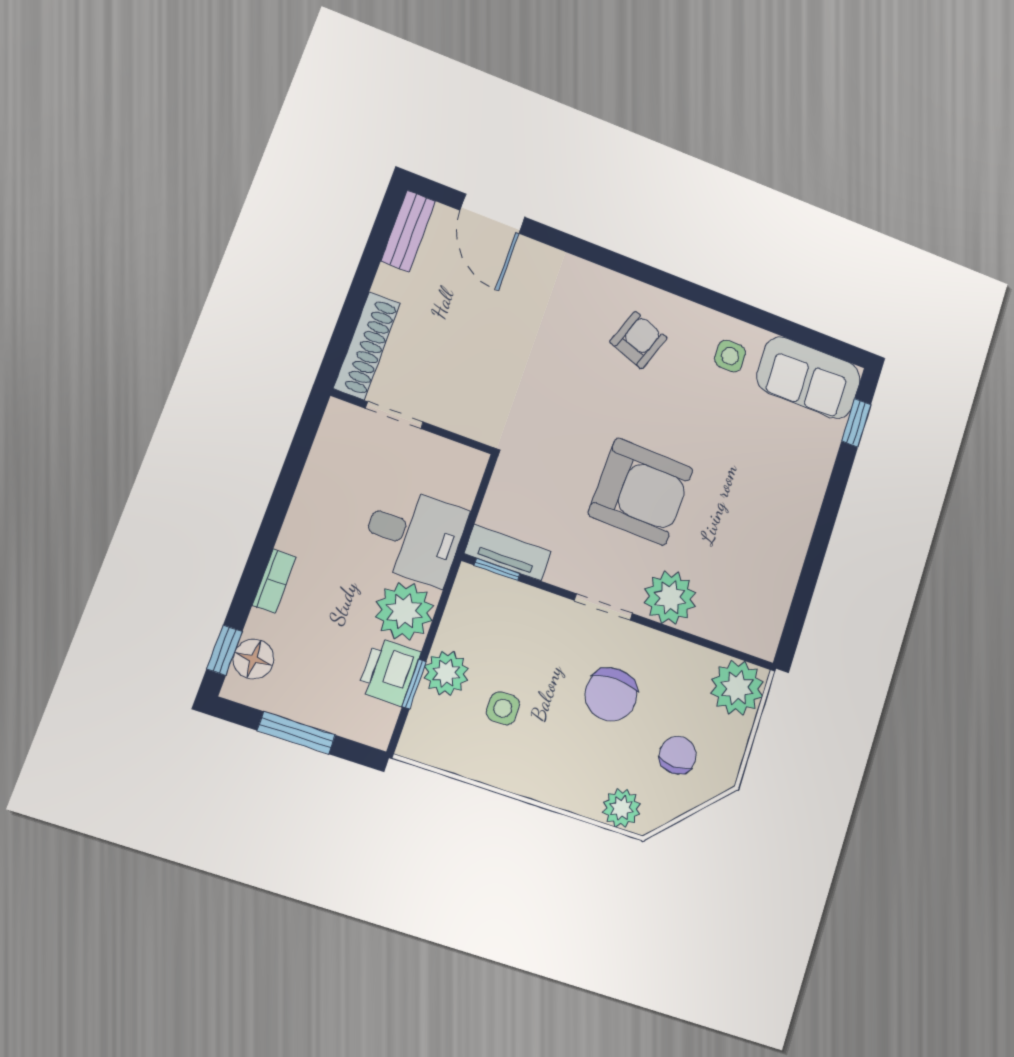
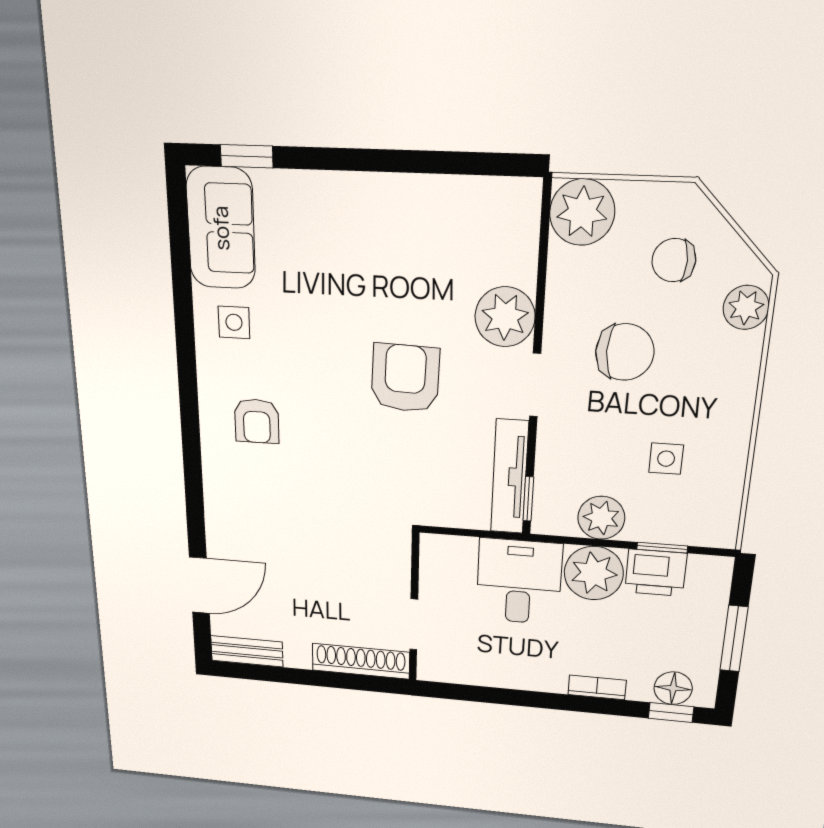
armchair: (639, 340) -> (257, 421), turned -110
armchair: (641, 492) -> (405, 378), width x0.73, depth x0.73
tv unit: (508, 553) -> (510, 477), width x1.41
plant: (446, 673) -> (601, 518), moved

